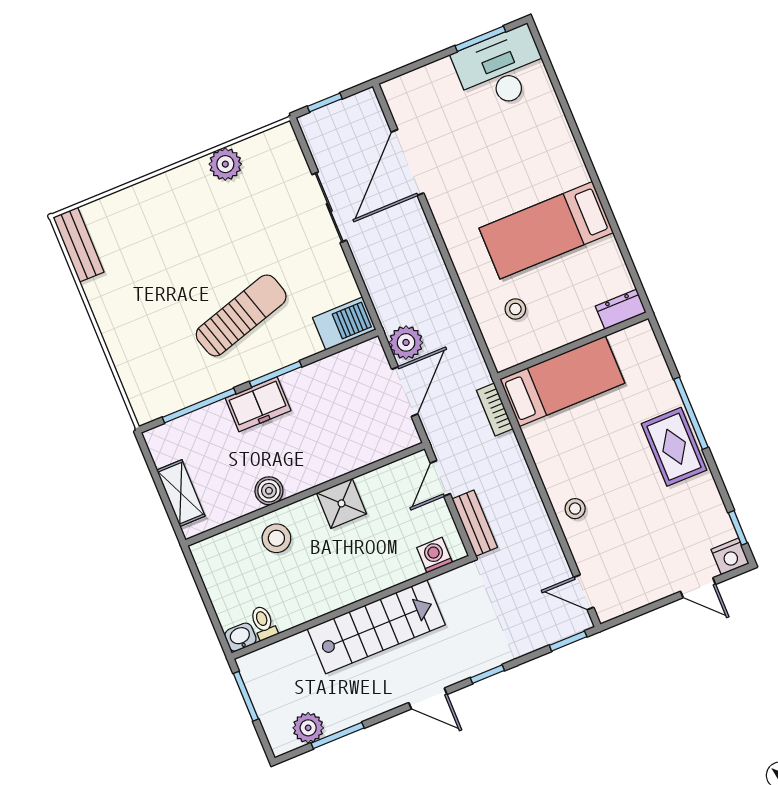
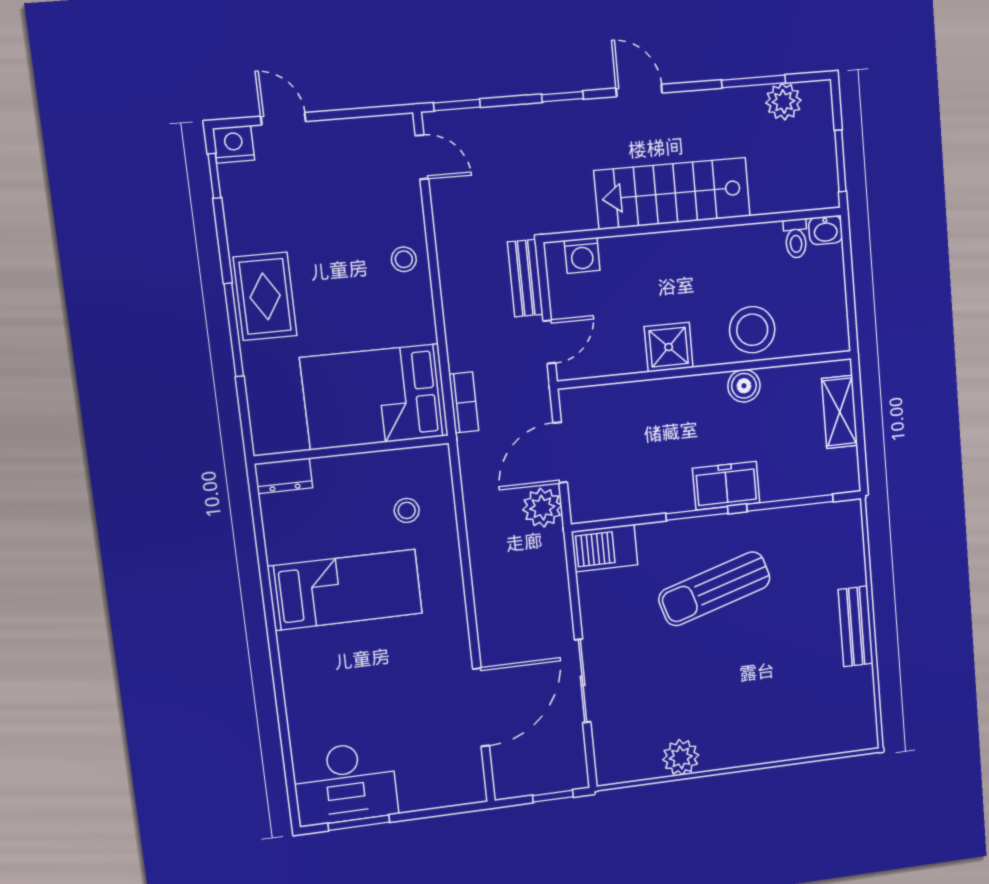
bench: (78, 245) -> (856, 626), moved
bed: (562, 381) -> (375, 397), width x1.50
stool: (276, 538) -> (752, 330), width x1.38, depth x1.38

